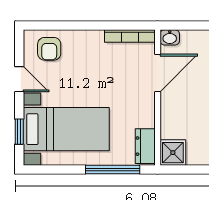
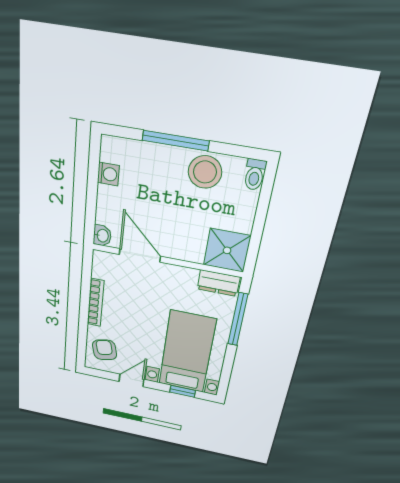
bookcase: (130, 36) -> (96, 303), moved
armchair: (49, 49) -> (105, 350), turned -103
shower: (173, 153) -> (227, 250), width x1.36, depth x1.36

